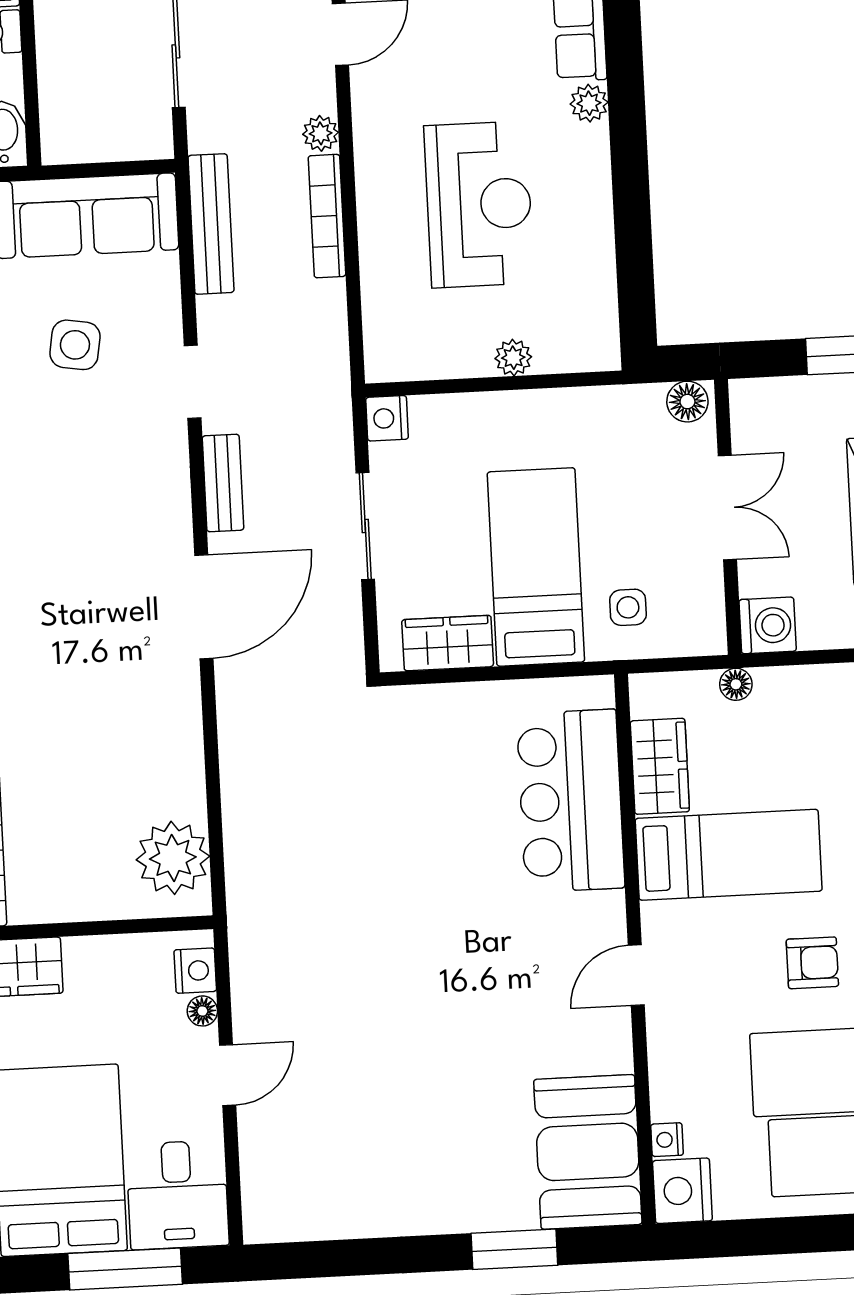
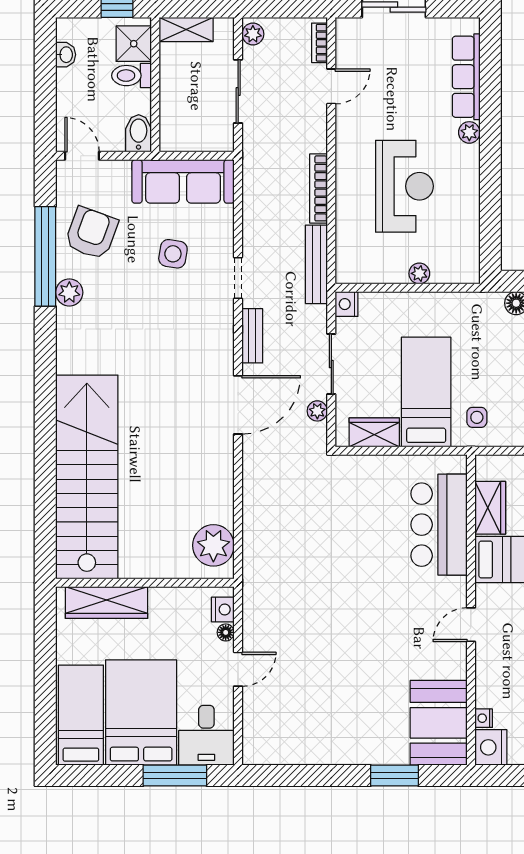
plant: (321, 133) -> (317, 411), moved
bench: (211, 224) -> (316, 264), moved

